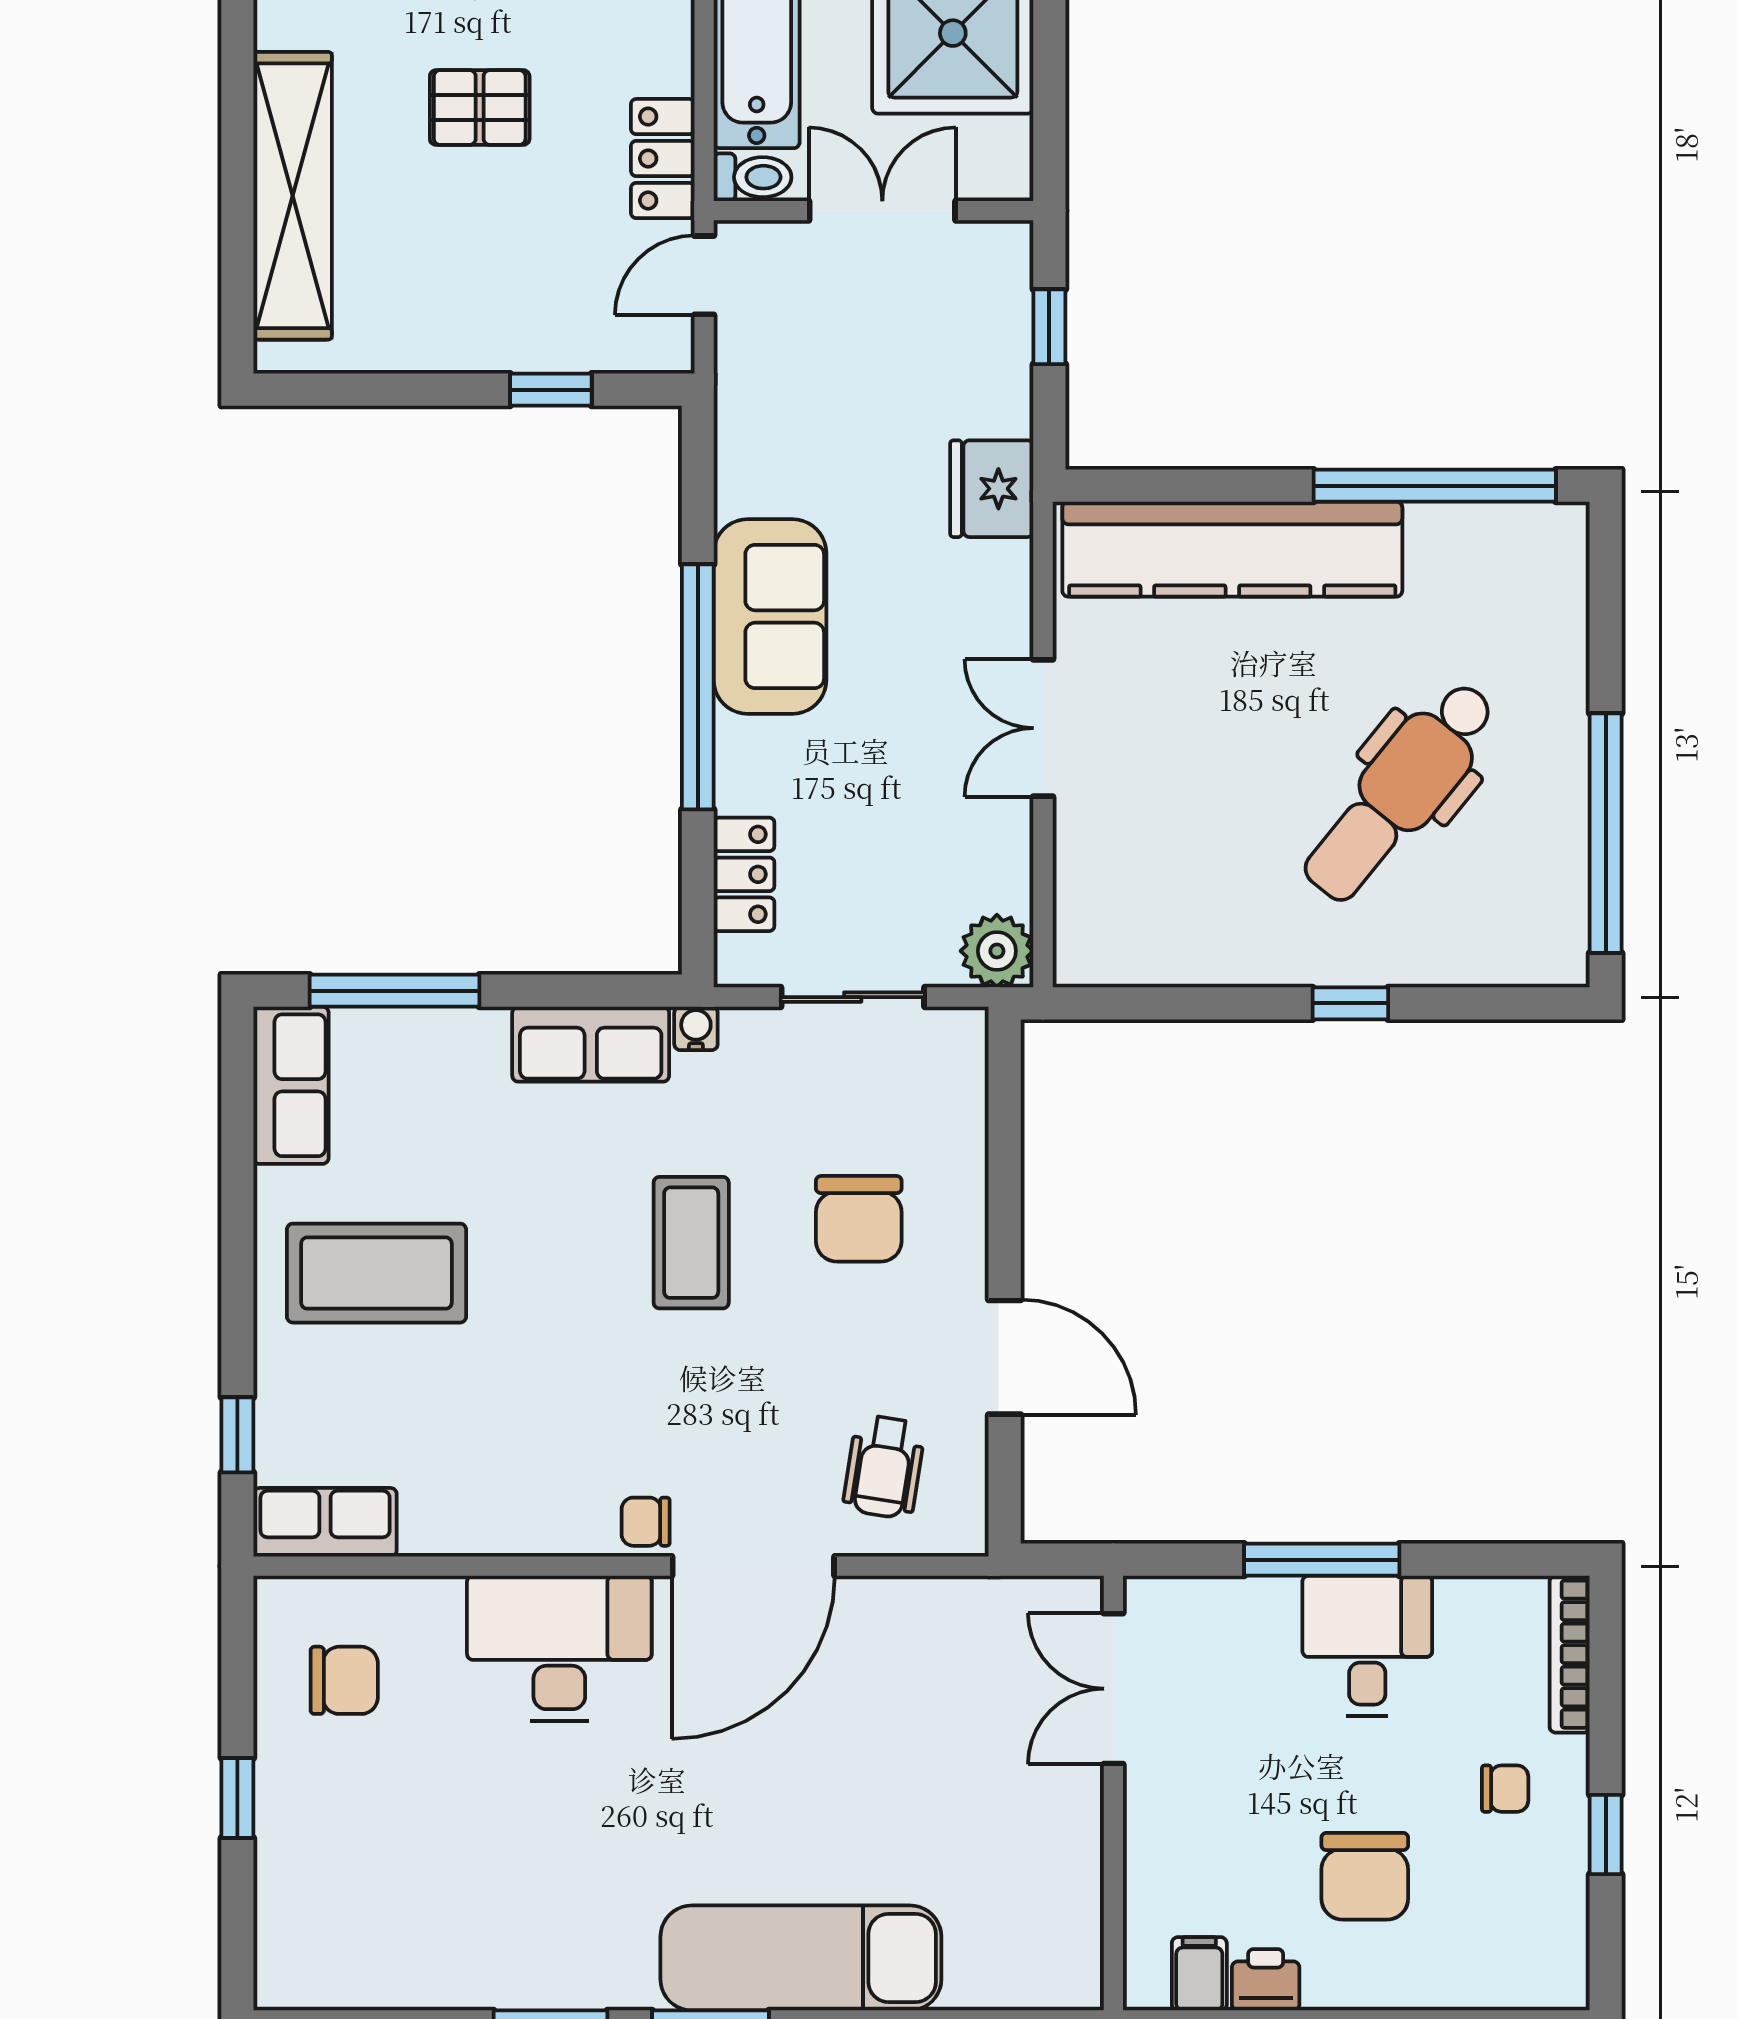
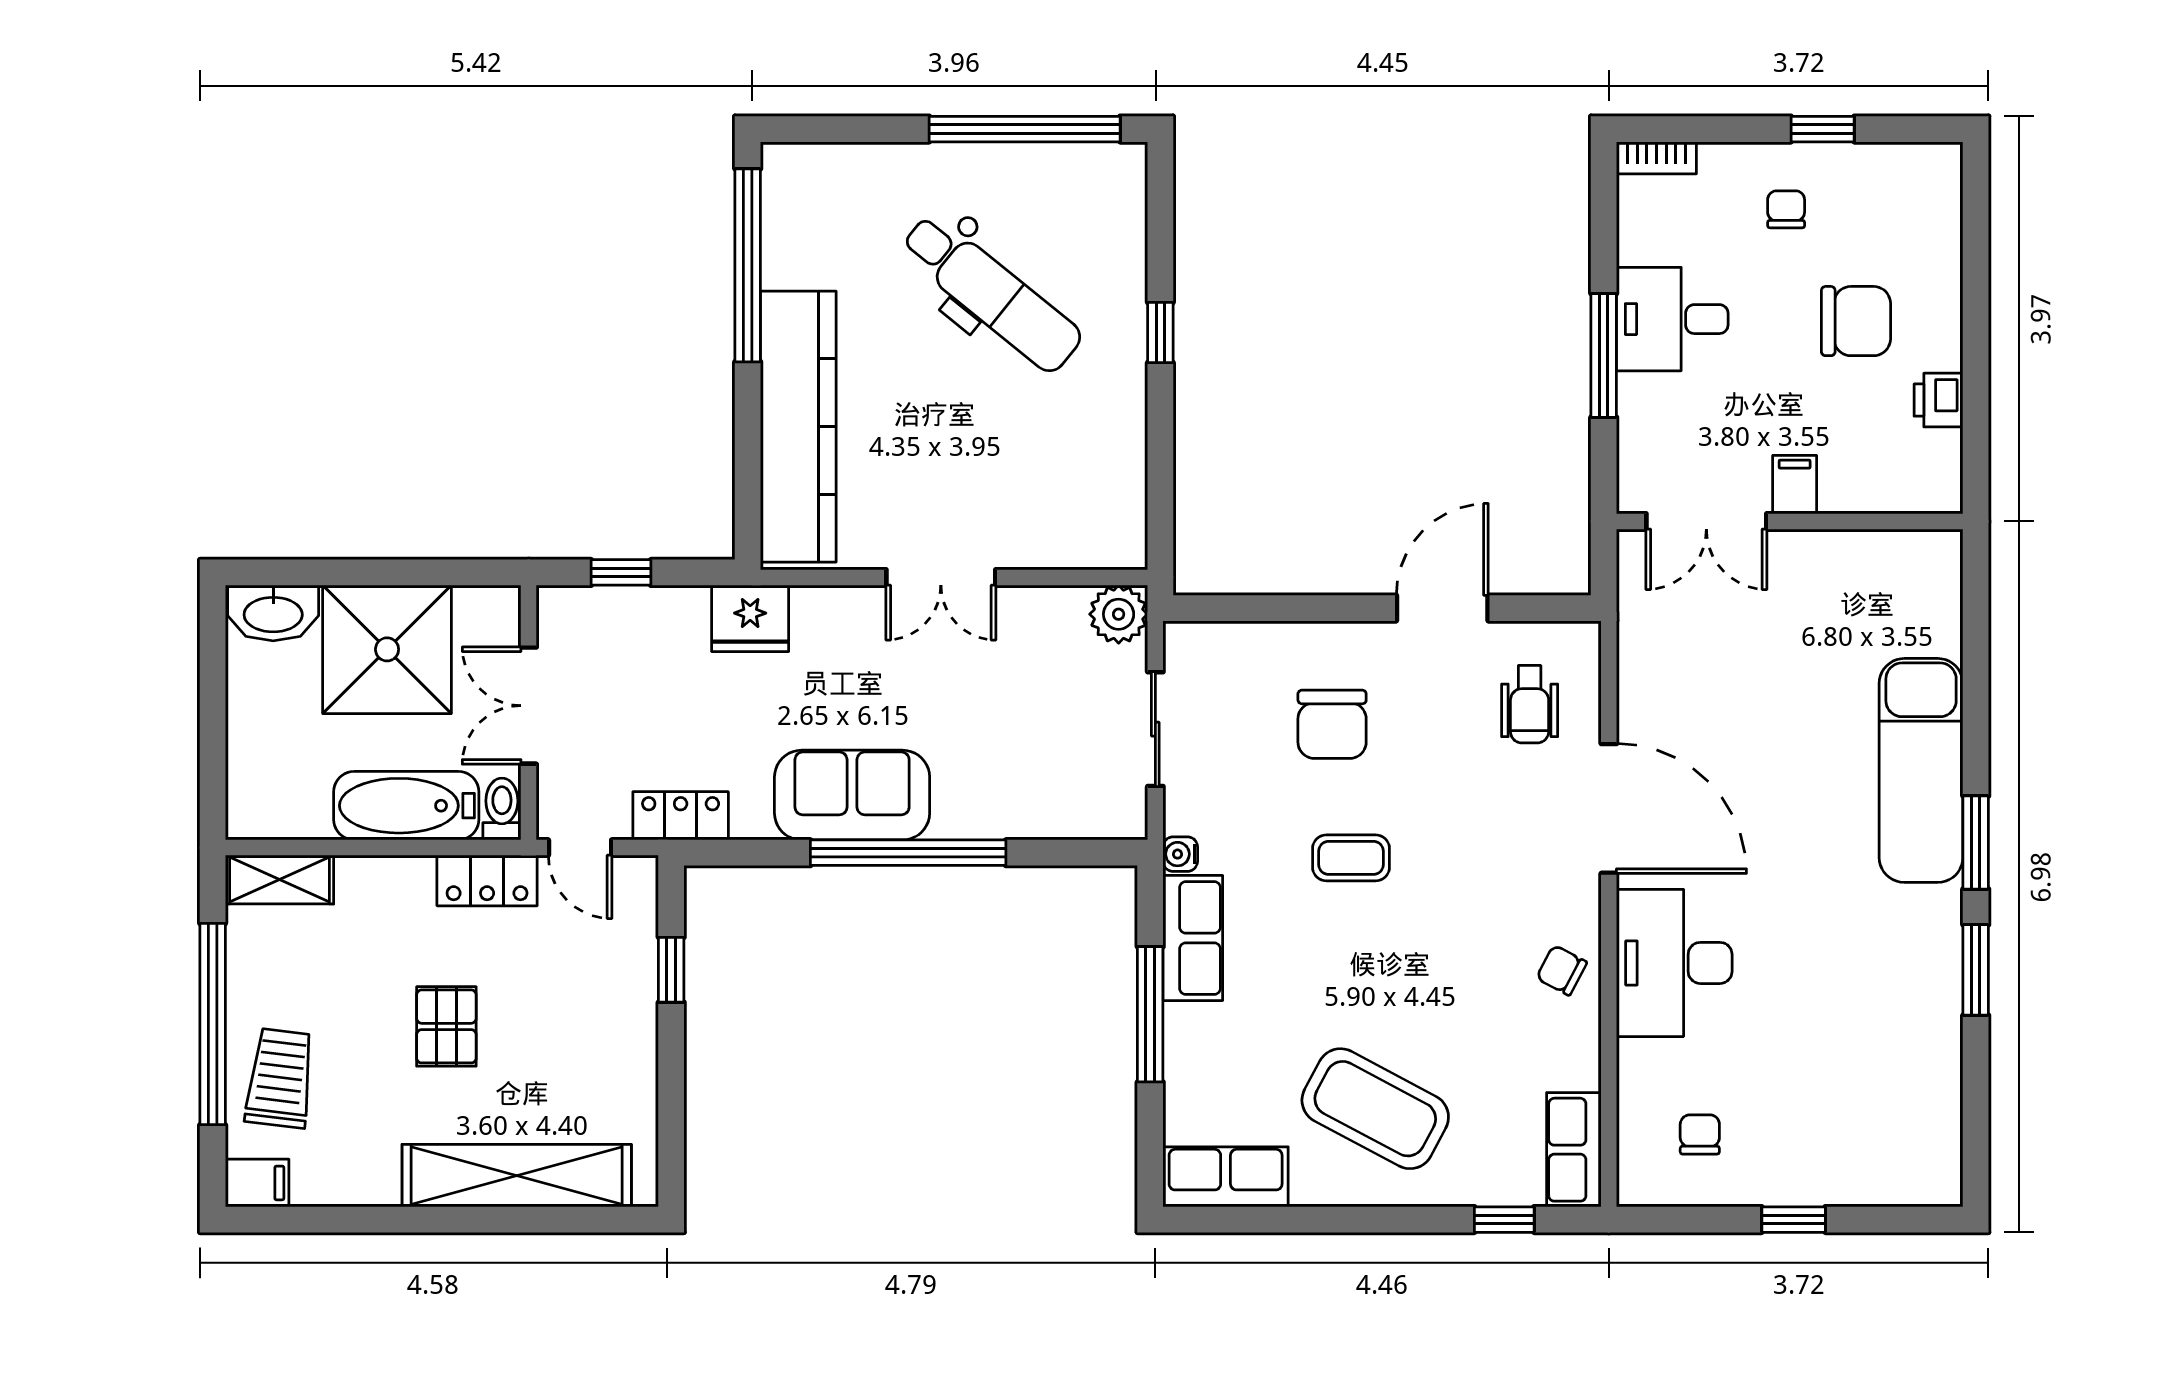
locker: (744, 874) -> (681, 816), moved
window: (395, 991) -> (1150, 1014), moved
chair: (859, 1219) -> (1332, 724), turned 90
coffee table: (691, 1243) -> (1351, 858), width x0.73, depth x0.77
coffee table: (376, 1273) -> (1375, 1109), turned -62
wheelchair: (884, 1467) -> (1530, 704), turned 81
chair: (646, 1522) -> (1562, 970), moved, turned 118
bookcase: (1570, 1654) -> (1656, 158), width x0.64
chair: (344, 1680) -> (1700, 1134), width x0.73, depth x0.73
filing cabinet: (1199, 1974) -> (1795, 485), moved, turned 90

